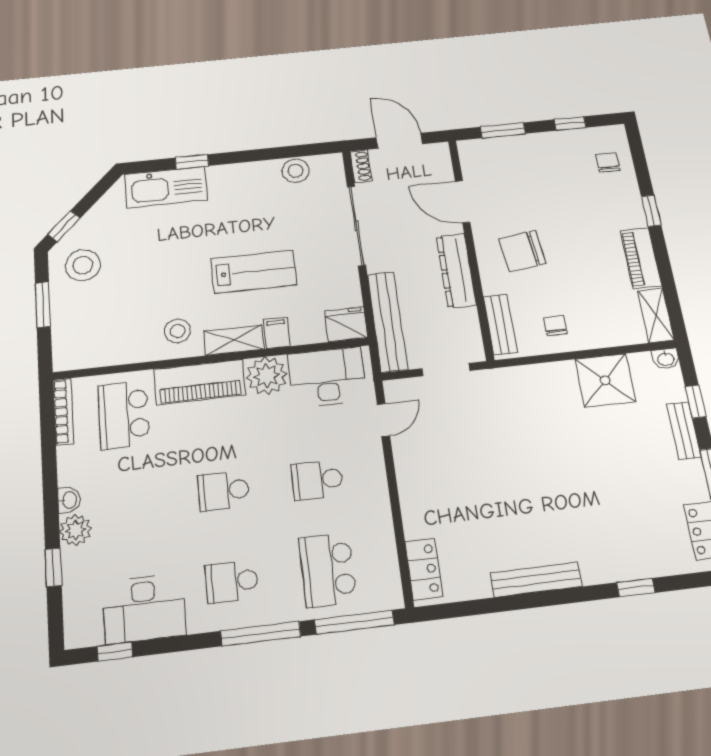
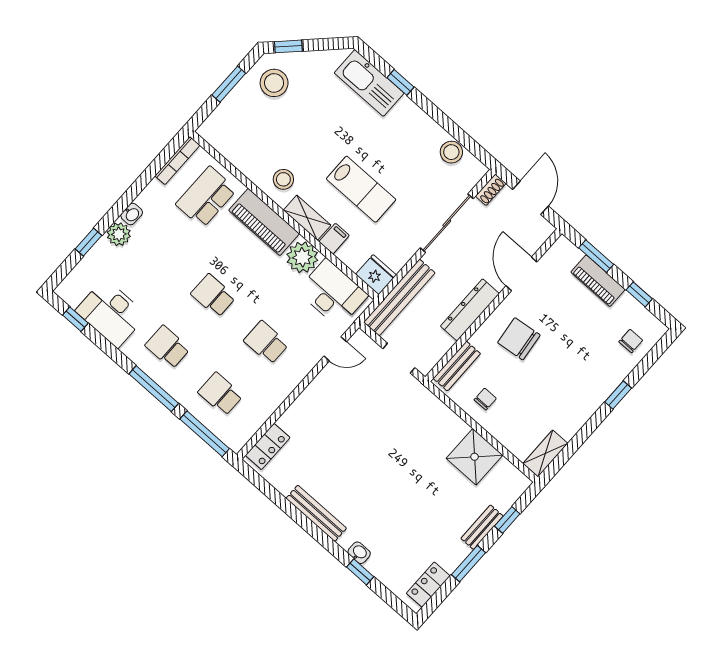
piano: (641, 258) -> (598, 281), moved, turned -90
washbasin: (666, 359) -> (359, 553), moved, turned 180
school desk: (328, 570) -> (220, 394), width x0.54

